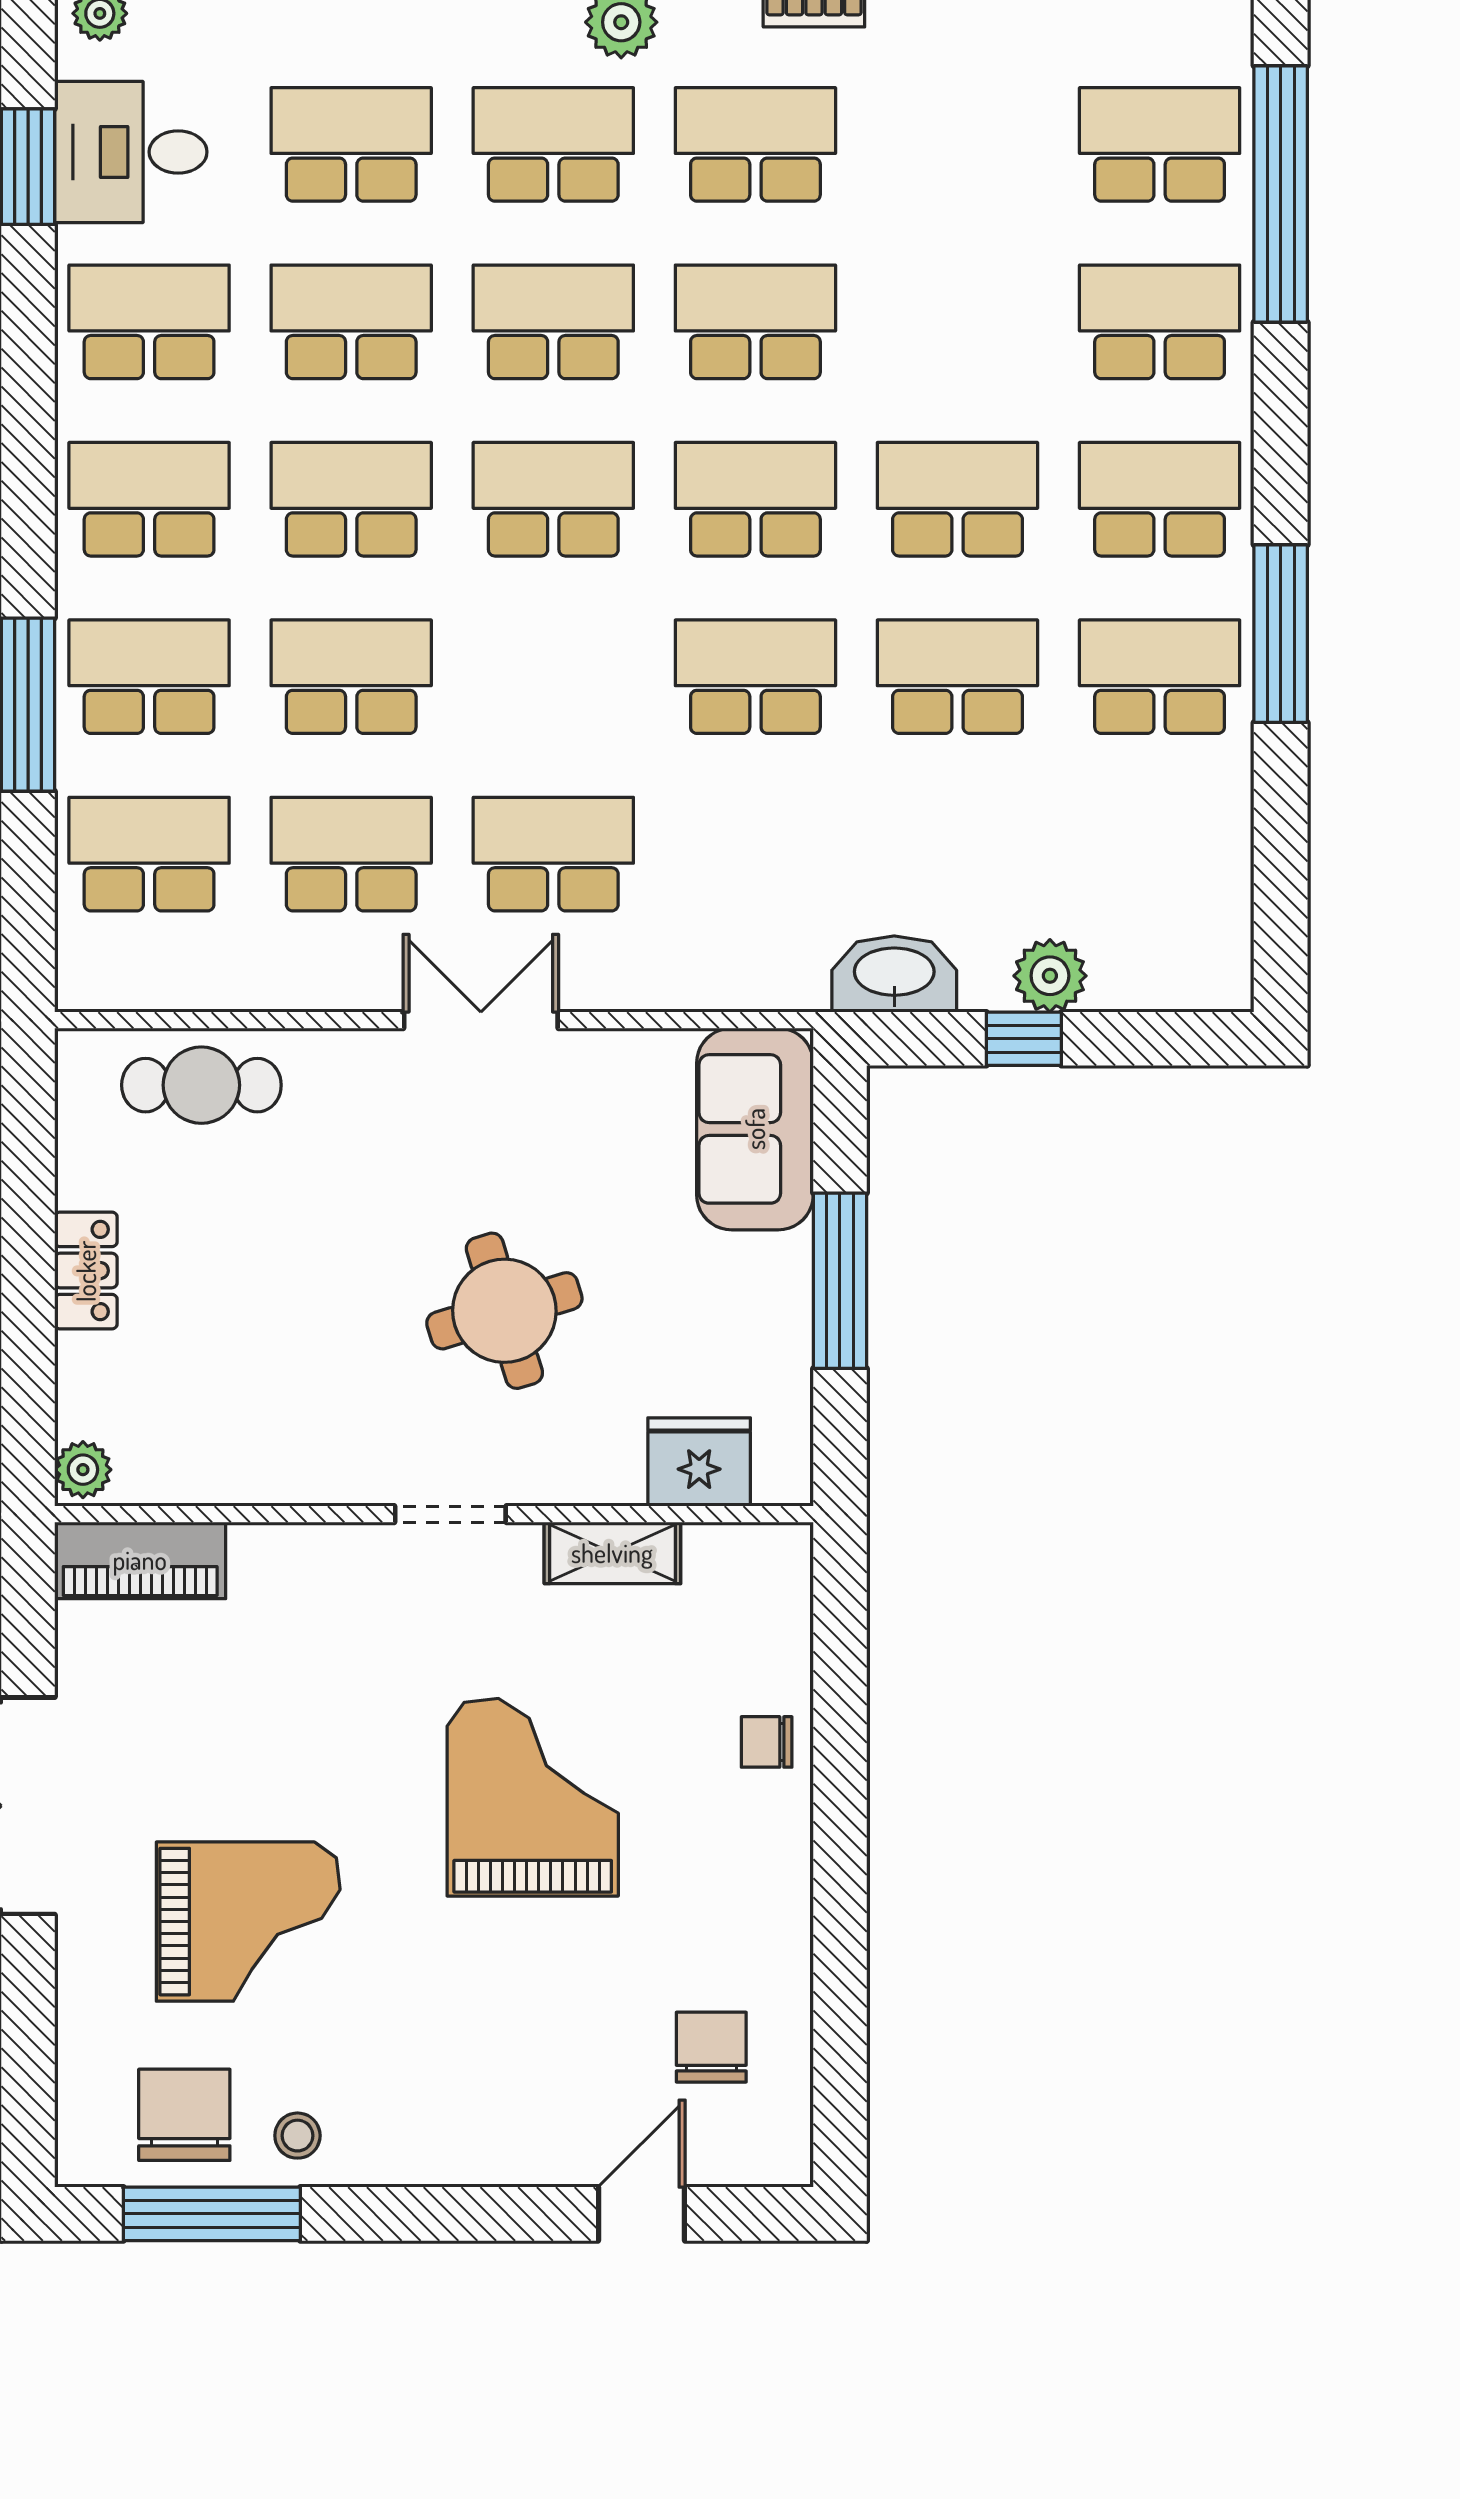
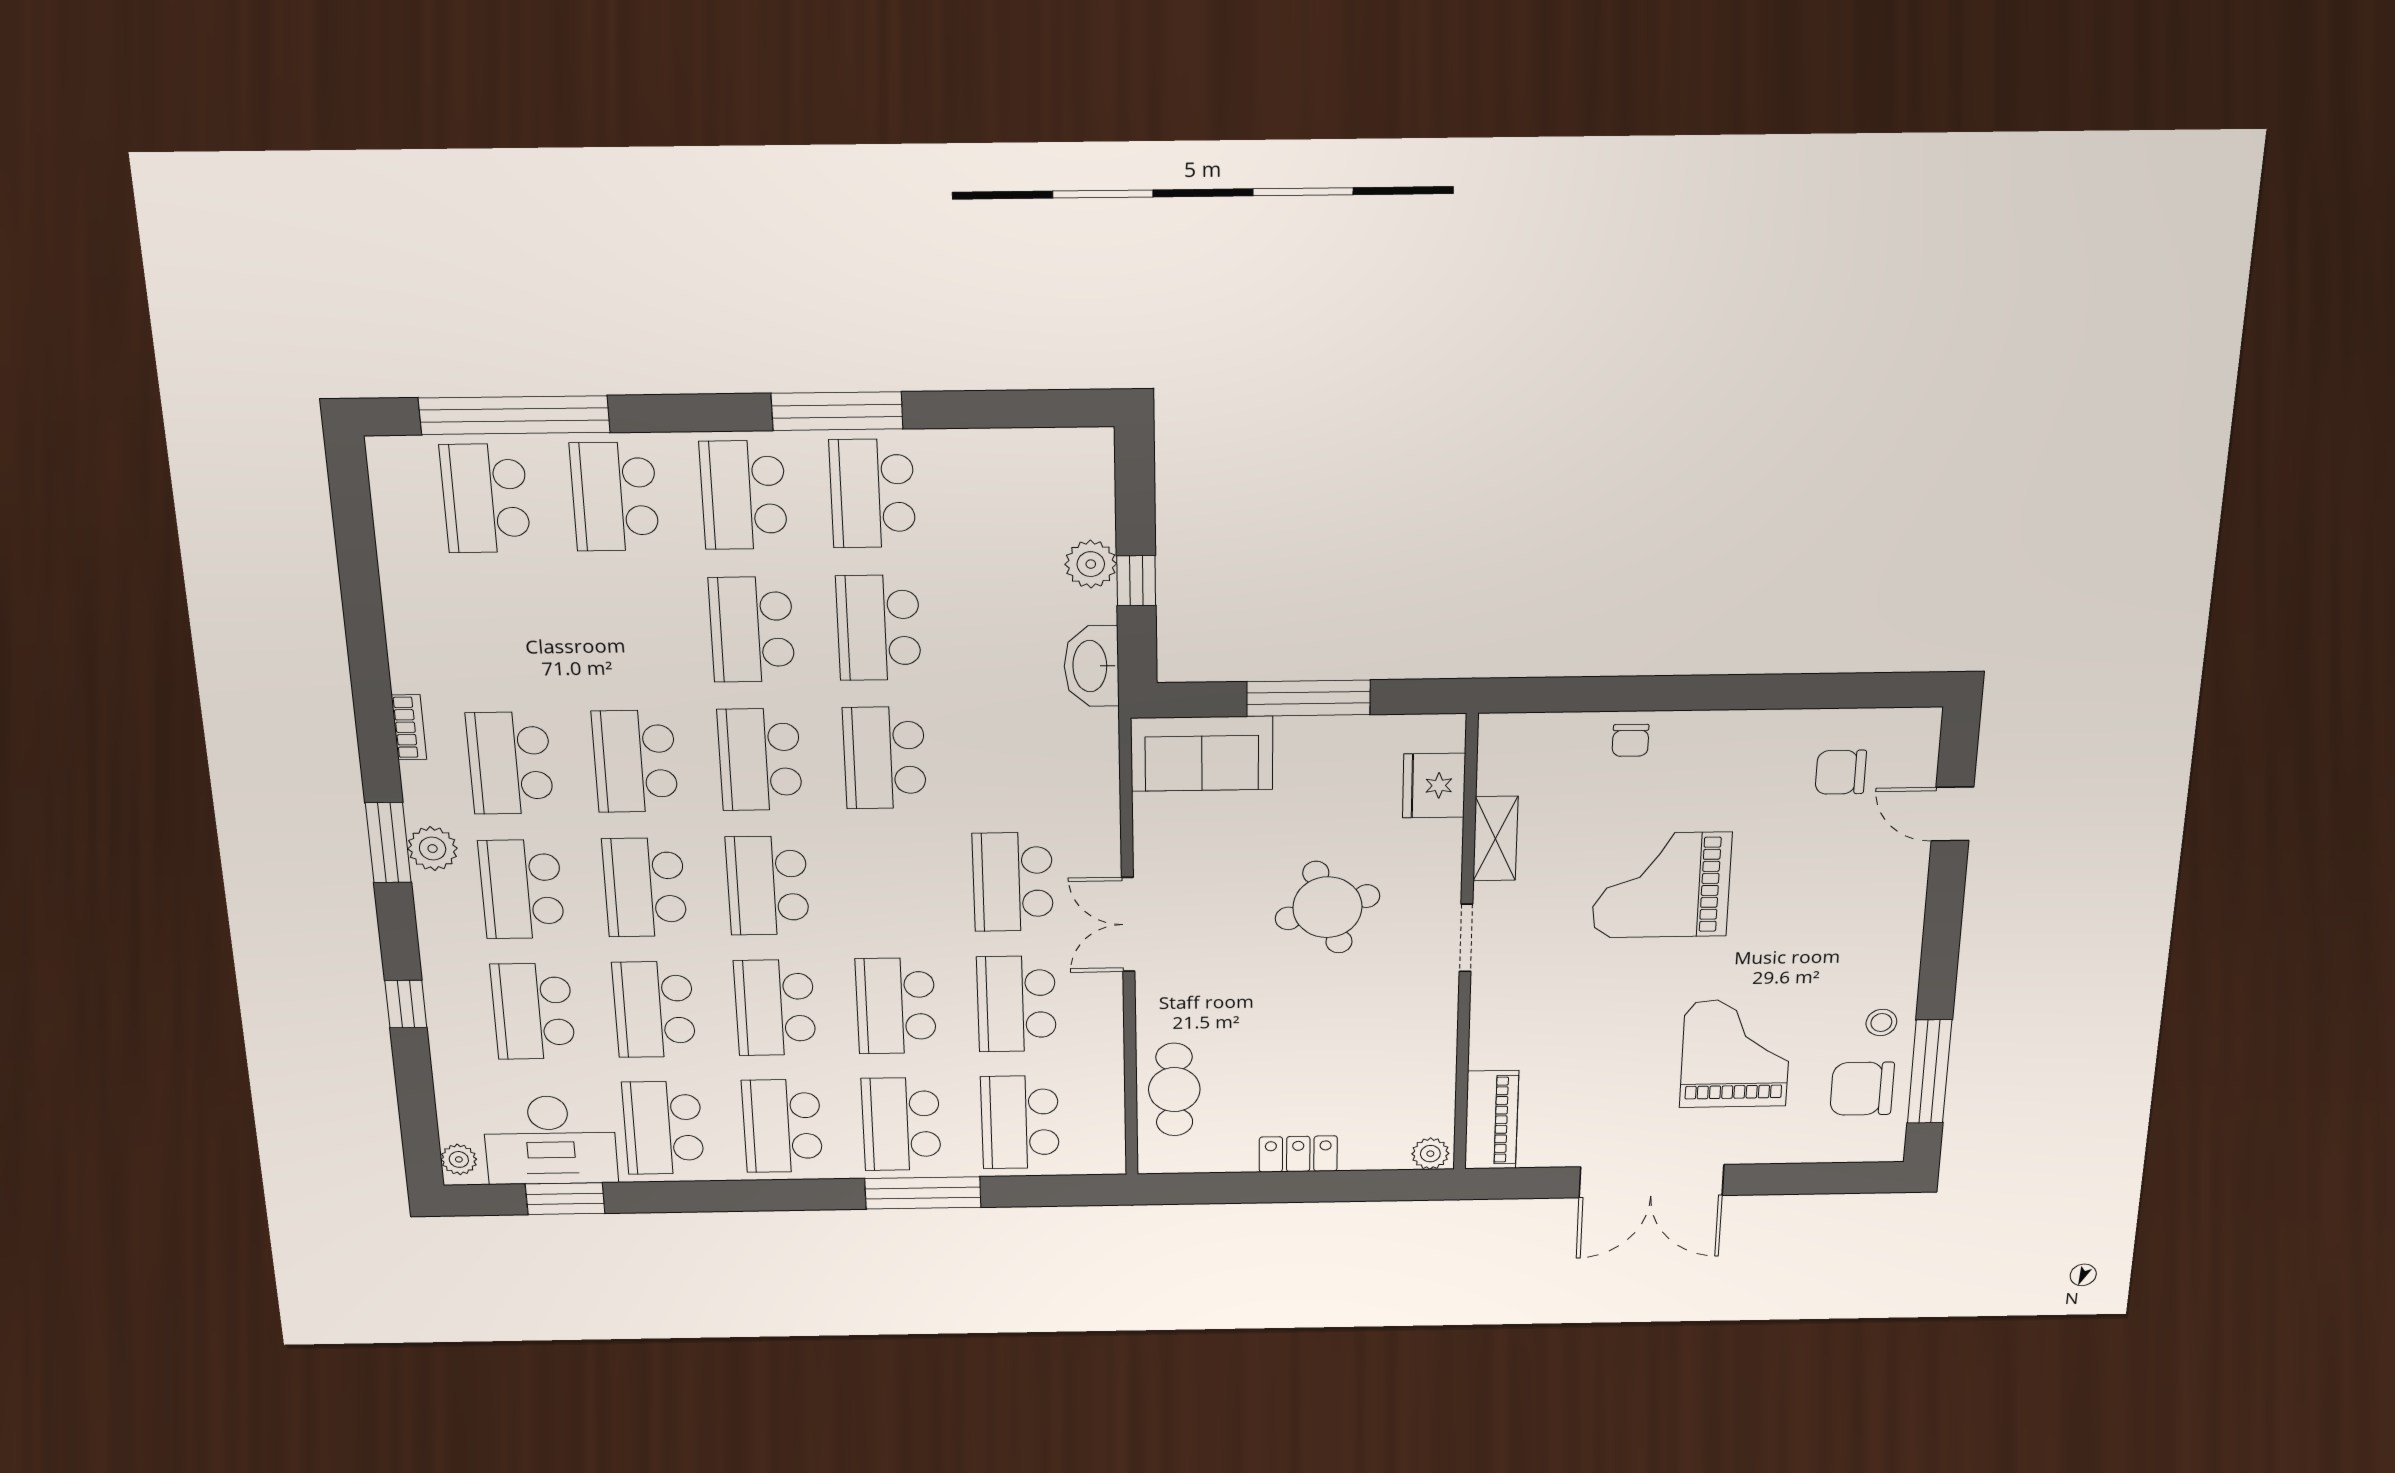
desk: (131, 152) -> (550, 1140), width x1.37

